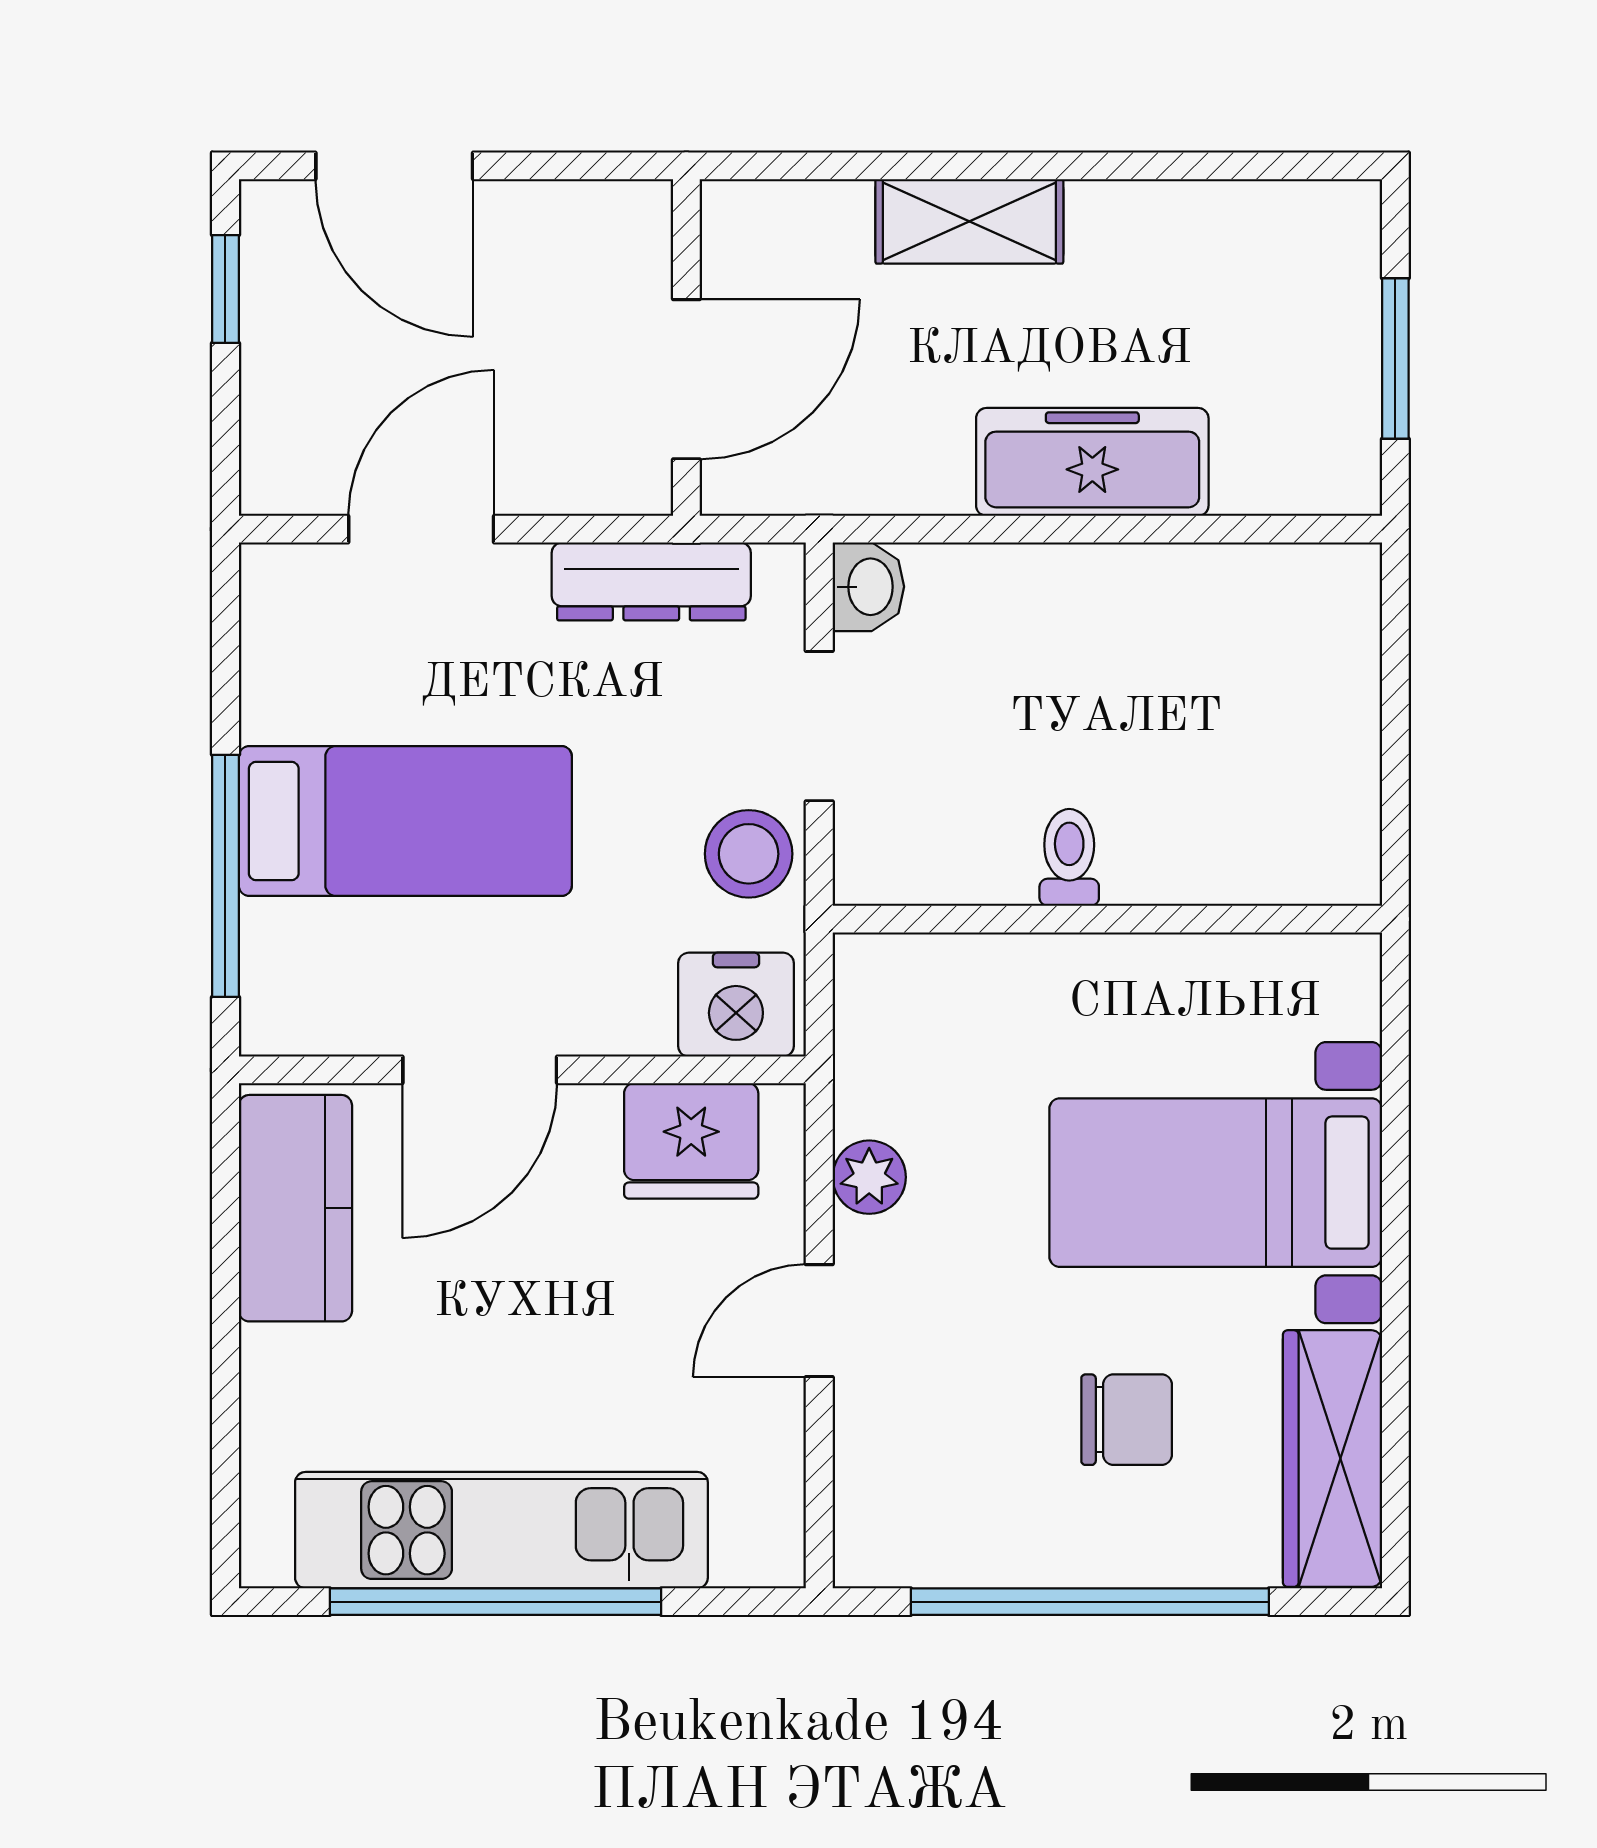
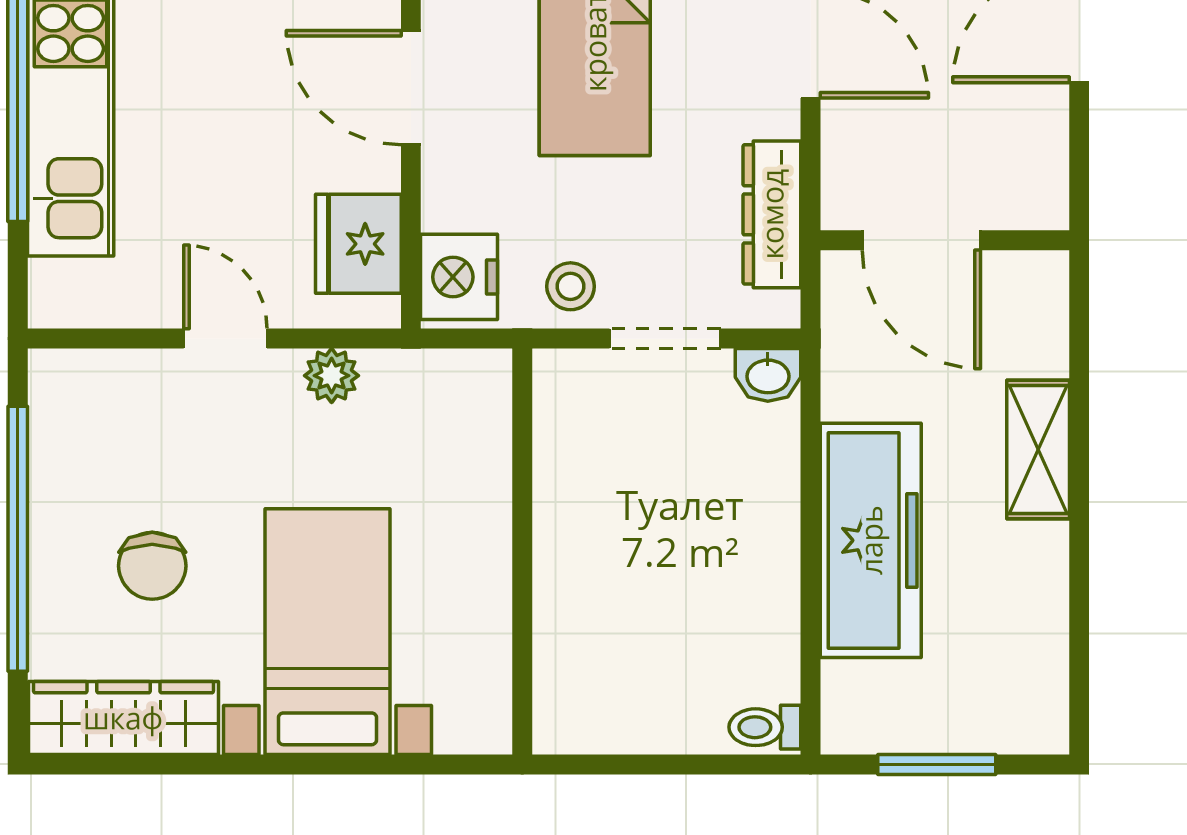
freezer: (1092, 462) -> (871, 540), width x1.36, depth x1.26
stool: (749, 854) -> (571, 286), width x0.73, depth x0.73
toilet: (1069, 857) -> (765, 727), moved, turned 180

